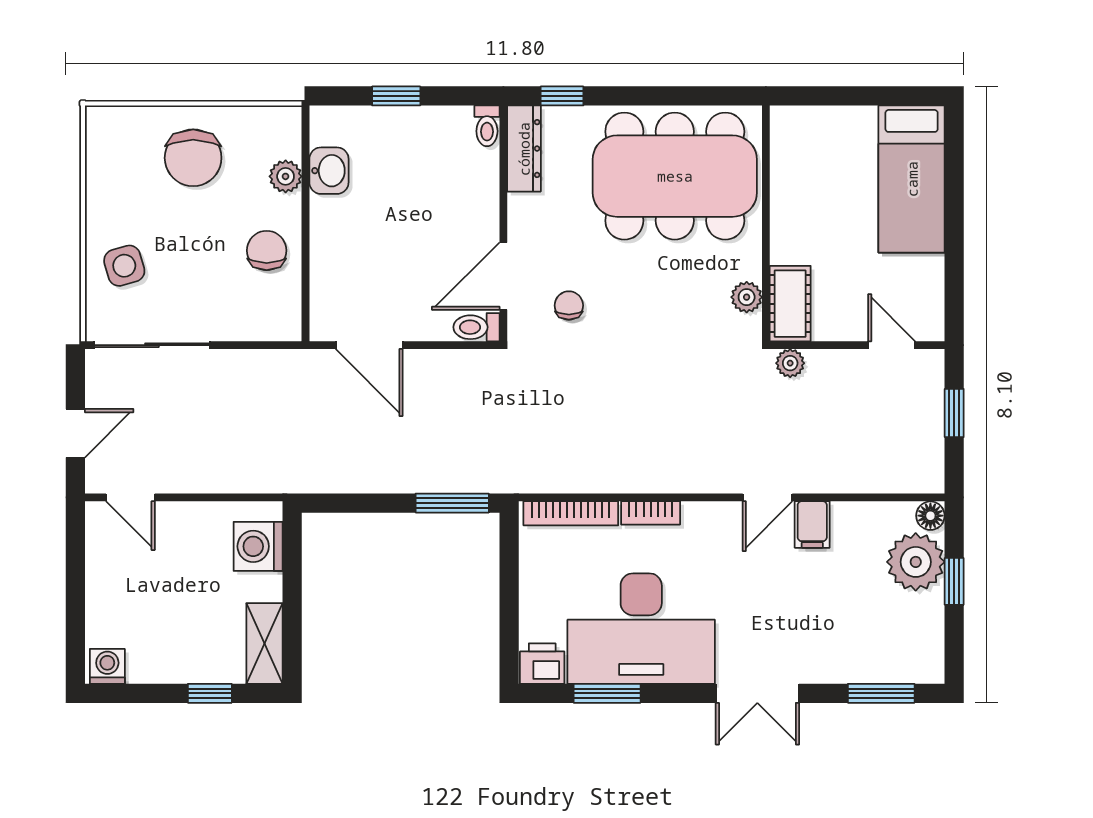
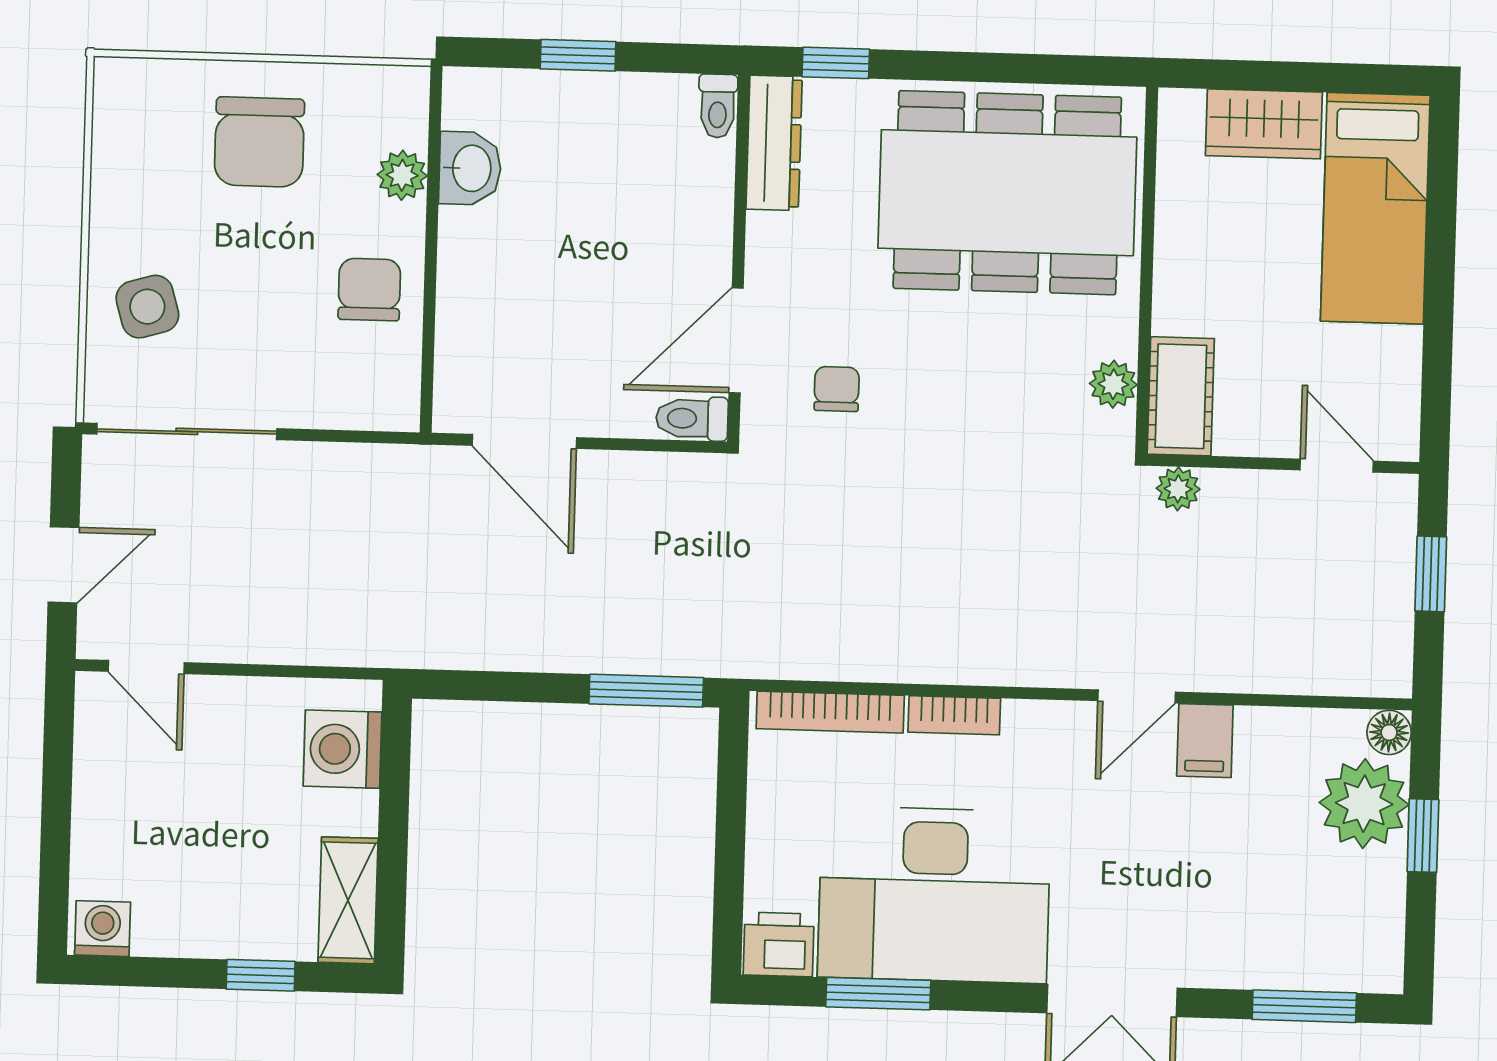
wardrobe: (838, 127) -> (1264, 124), added

